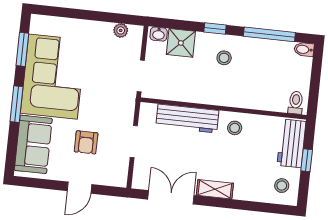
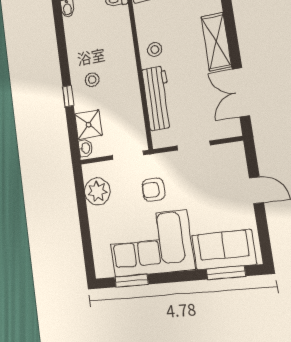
plant: (121, 30) -> (97, 191), width x1.88, depth x1.88
window: (269, 34) -> (61, 44), removed
window: (17, 104) -> (226, 273), moved
armchair: (86, 142) -> (153, 190), moved, turned 180
shelving: (215, 189) -> (216, 42), width x1.50, depth x1.33

